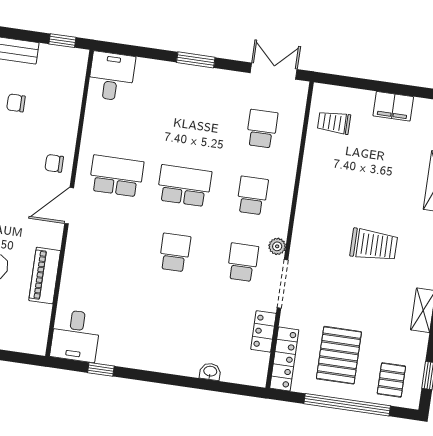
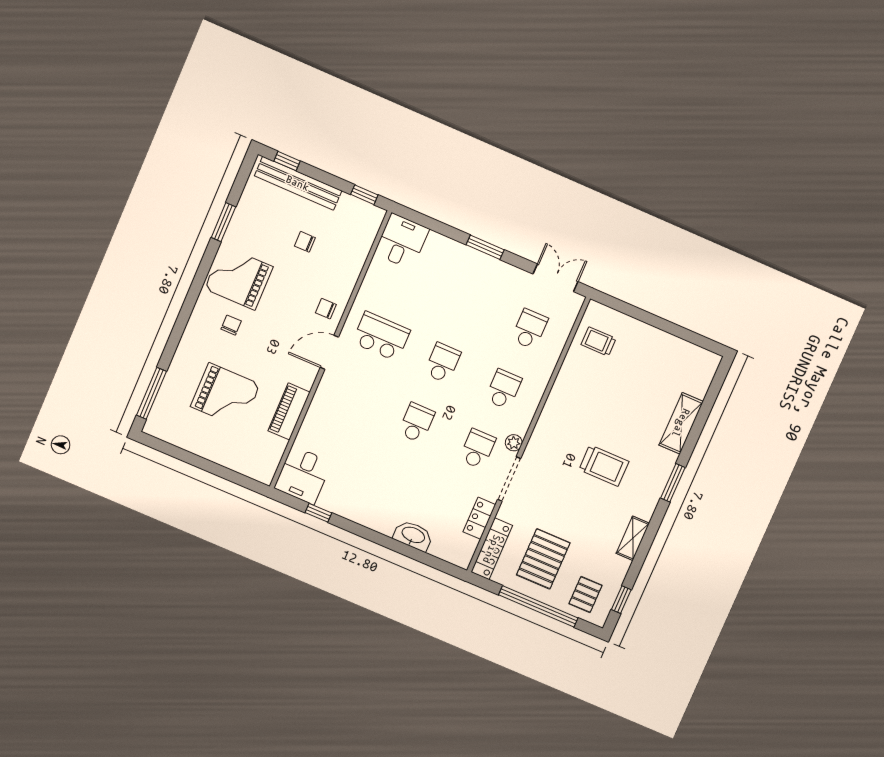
filing cabinet: (393, 106) -> (658, 341), removed
school desk: (184, 186) -> (442, 363), width x0.54
washbasin: (210, 372) -> (413, 536), width x1.91, depth x1.45

